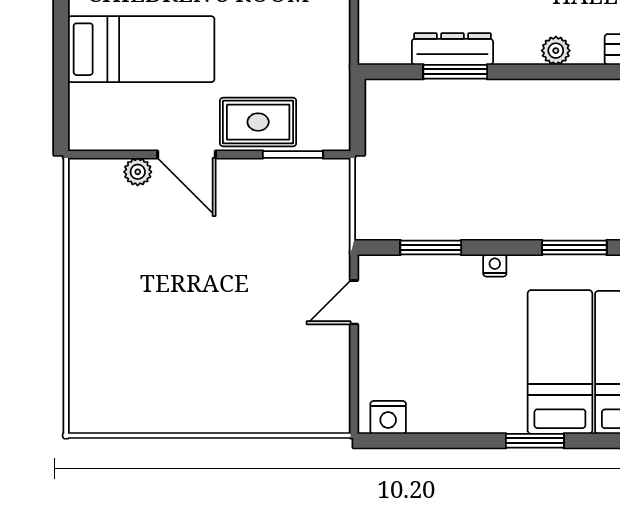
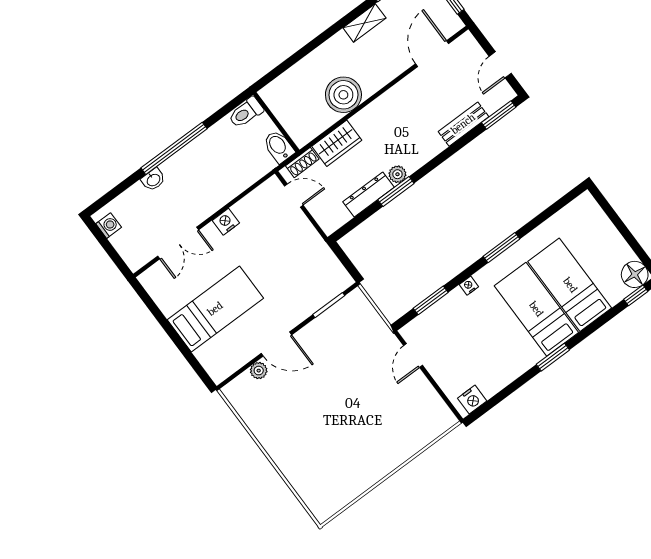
plant: (556, 51) -> (397, 174), moved
window: (455, 72) -> (396, 192), moved
rug: (258, 122) -> (300, 302), removed

